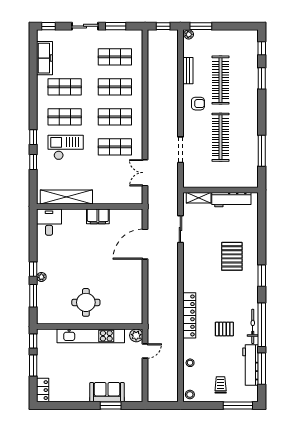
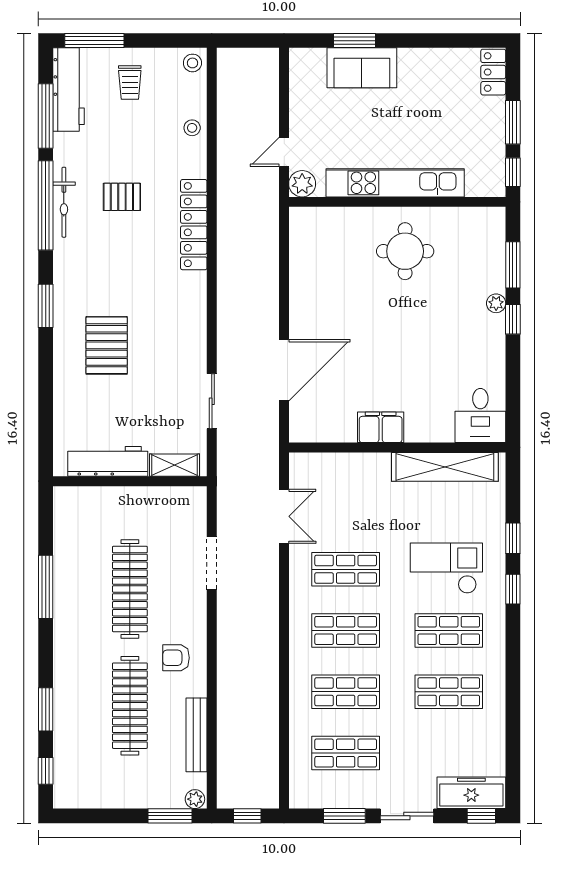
freezer: (44, 58) -> (471, 793), moved, turned 90
bench: (188, 71) -> (197, 735), width x1.36
checkout: (66, 147) -> (446, 568), turned 180
window: (262, 151) -> (46, 587), moved
workbench: (251, 365) -> (69, 90), moved

